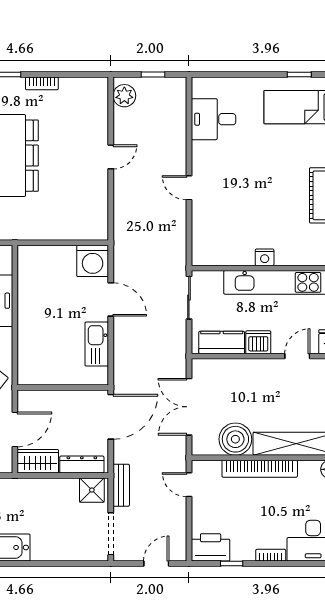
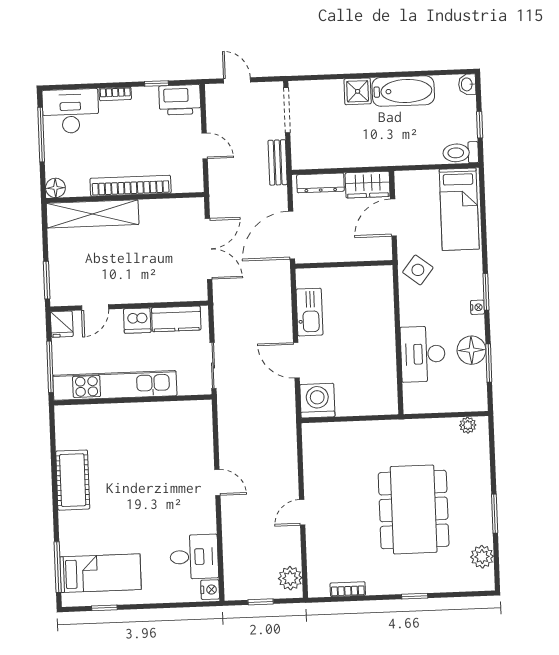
bookcase: (42, 83) -> (348, 589), moved
nightstand: (265, 257) -> (210, 590), moved, turned 90
boiler: (235, 439) -> (158, 216), removed
door: (189, 485) -> (205, 146), moved
shower: (92, 490) -> (358, 91), moved
door: (156, 563) -> (237, 80), swing flipped

